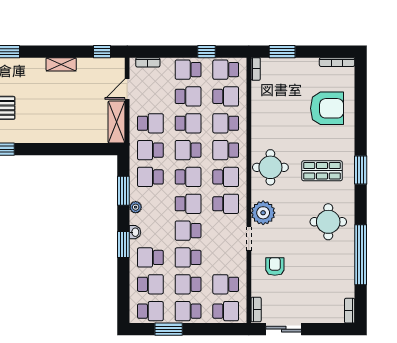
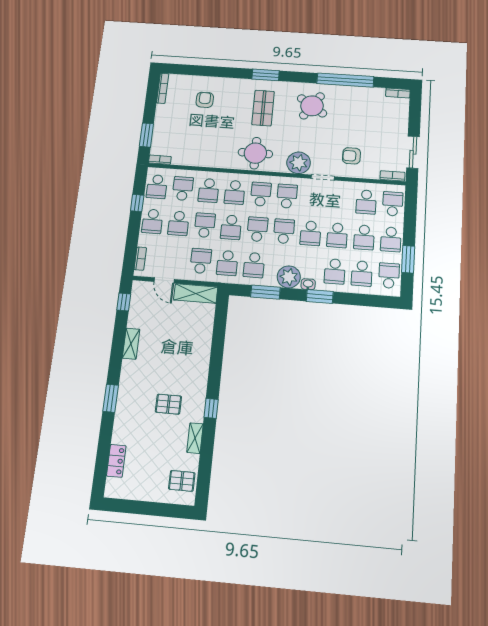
school desk: (188, 96) -> (179, 223), turned 180
armchair: (327, 108) -> (205, 100), width x0.53, depth x0.53
plant: (136, 207) -> (289, 277), width x1.87, depth x1.87
round table: (328, 222) -> (312, 106), turned 34
school desk: (150, 284) -> (362, 273), turned 180

